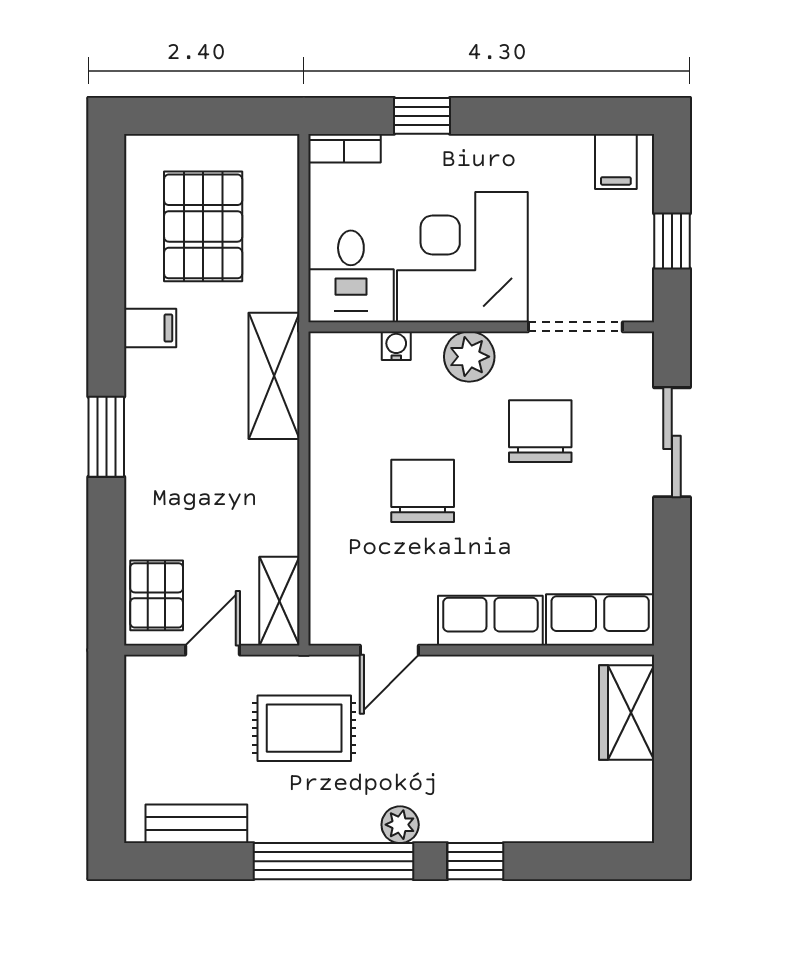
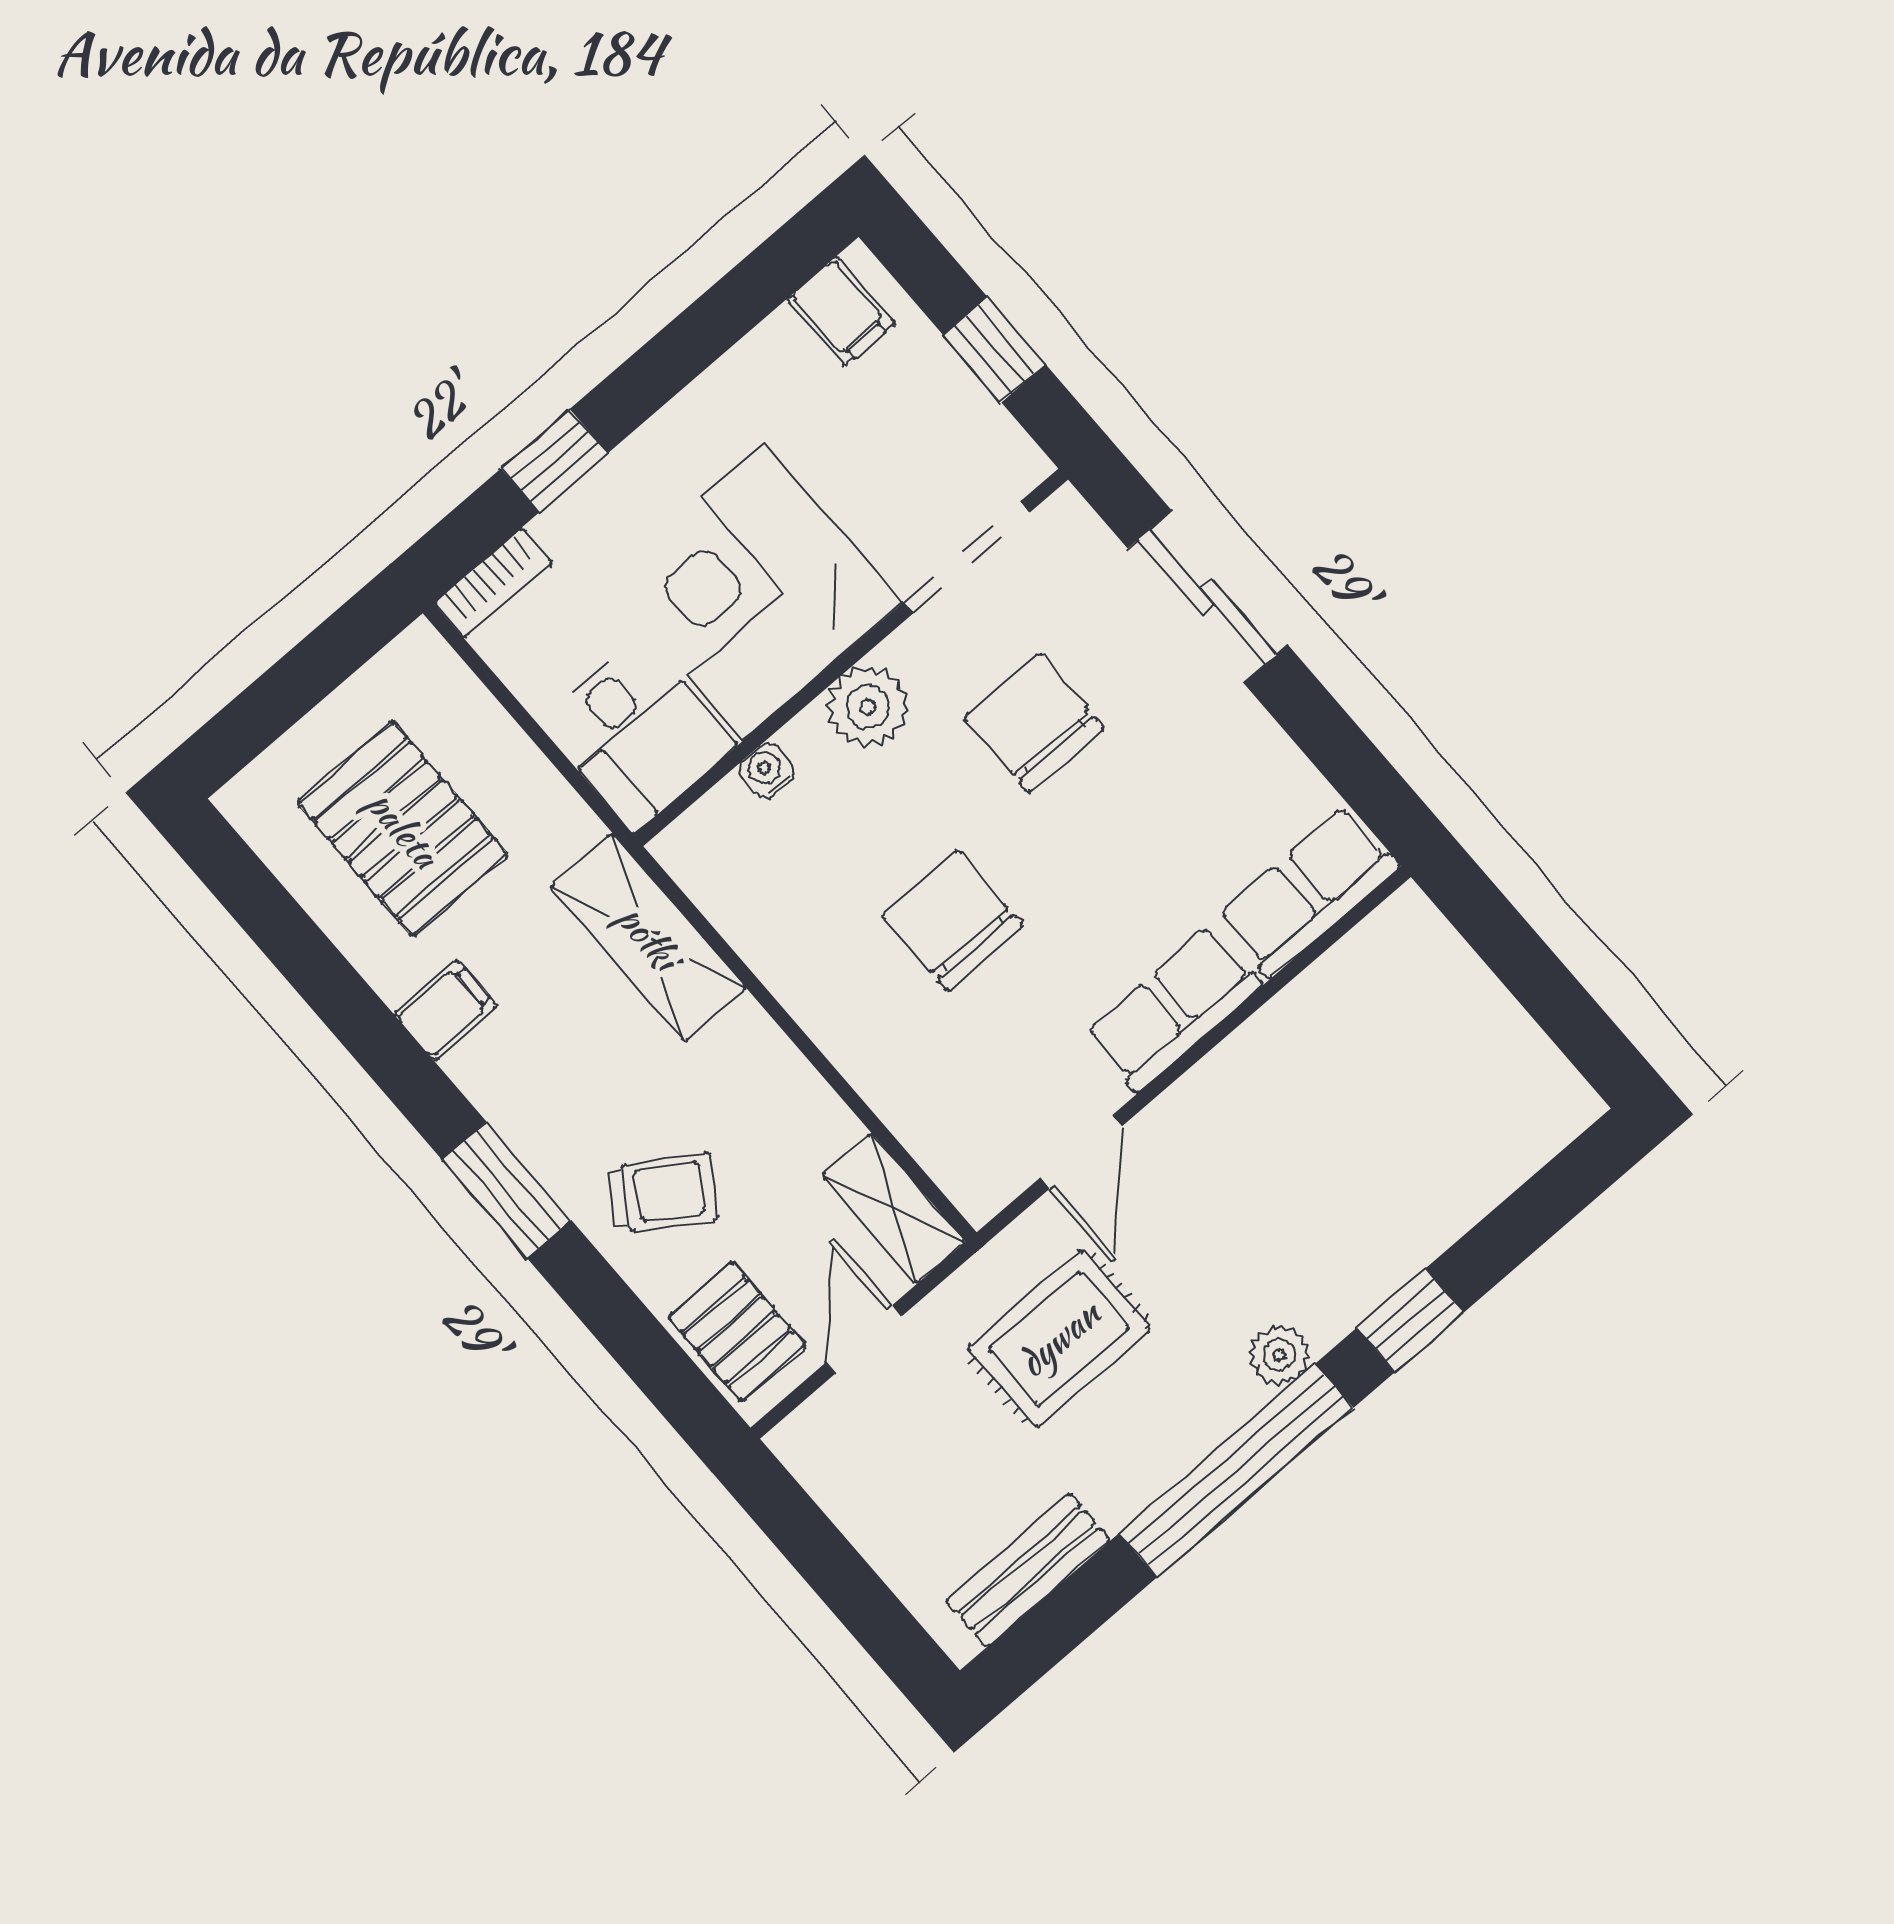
trolley: (178, 501) -> (662, 1193), added
wardrobe: (627, 713) -> (1439, 977), removed

